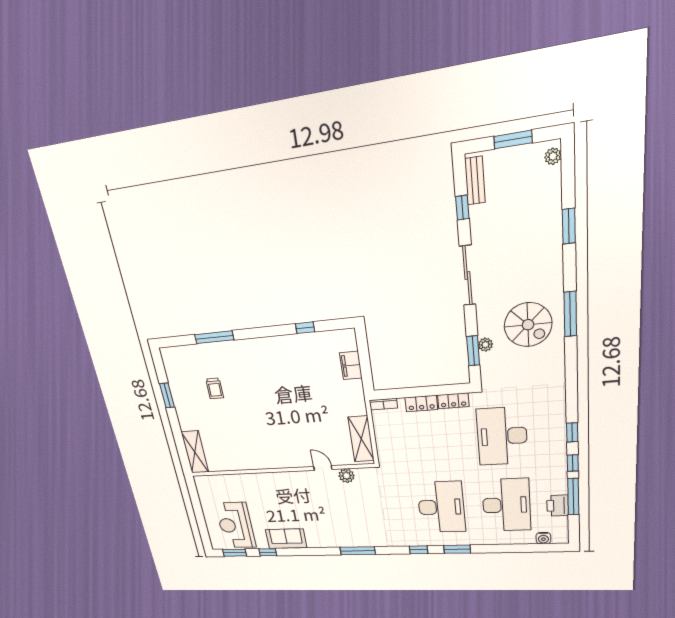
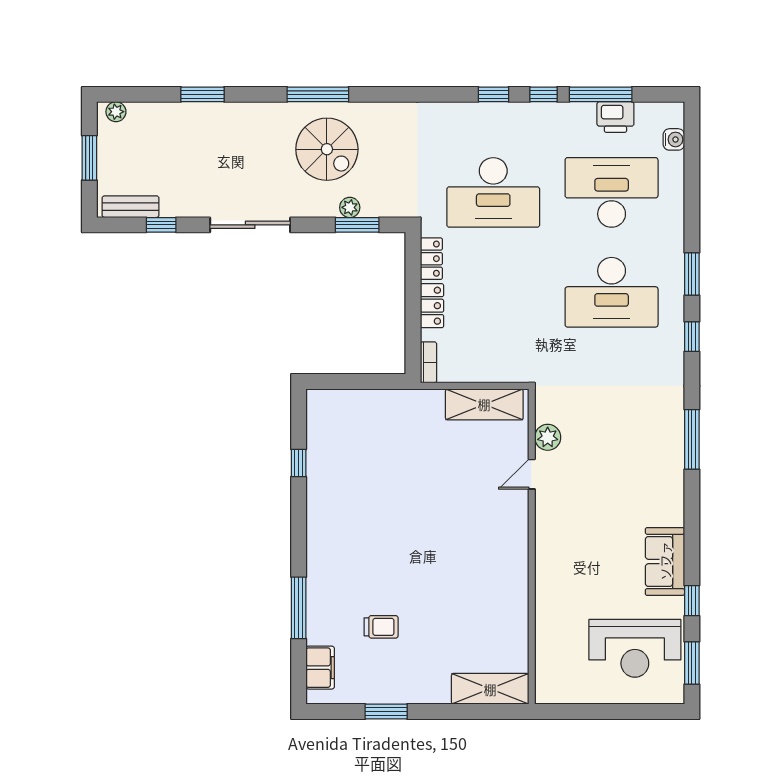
spiral stairs: (528, 325) -> (327, 149), turned 90
filing cabinet: (351, 365) -> (320, 668), moved, turned -90
desk: (441, 507) -> (612, 292), turned 180

